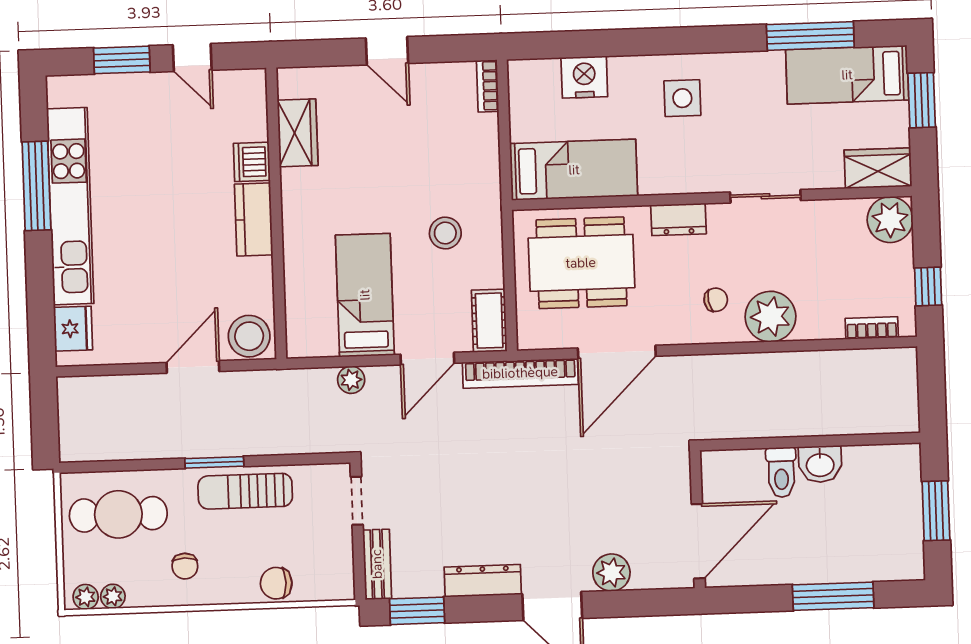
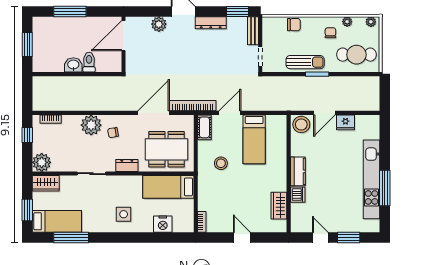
fridge: (73, 329) -> (345, 122), moved, turned -90
plant: (351, 380) -> (261, 105), removed
plant: (113, 596) -> (347, 22), moved

